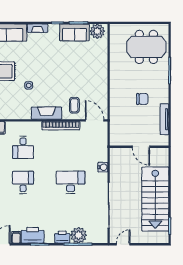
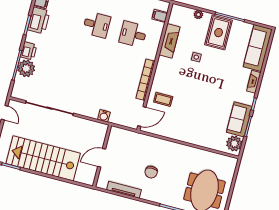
fireplace: (47, 113) -> (170, 41), moved
water cooler: (103, 167) -> (104, 116), moved
desk: (71, 182) -> (84, 74), removed

